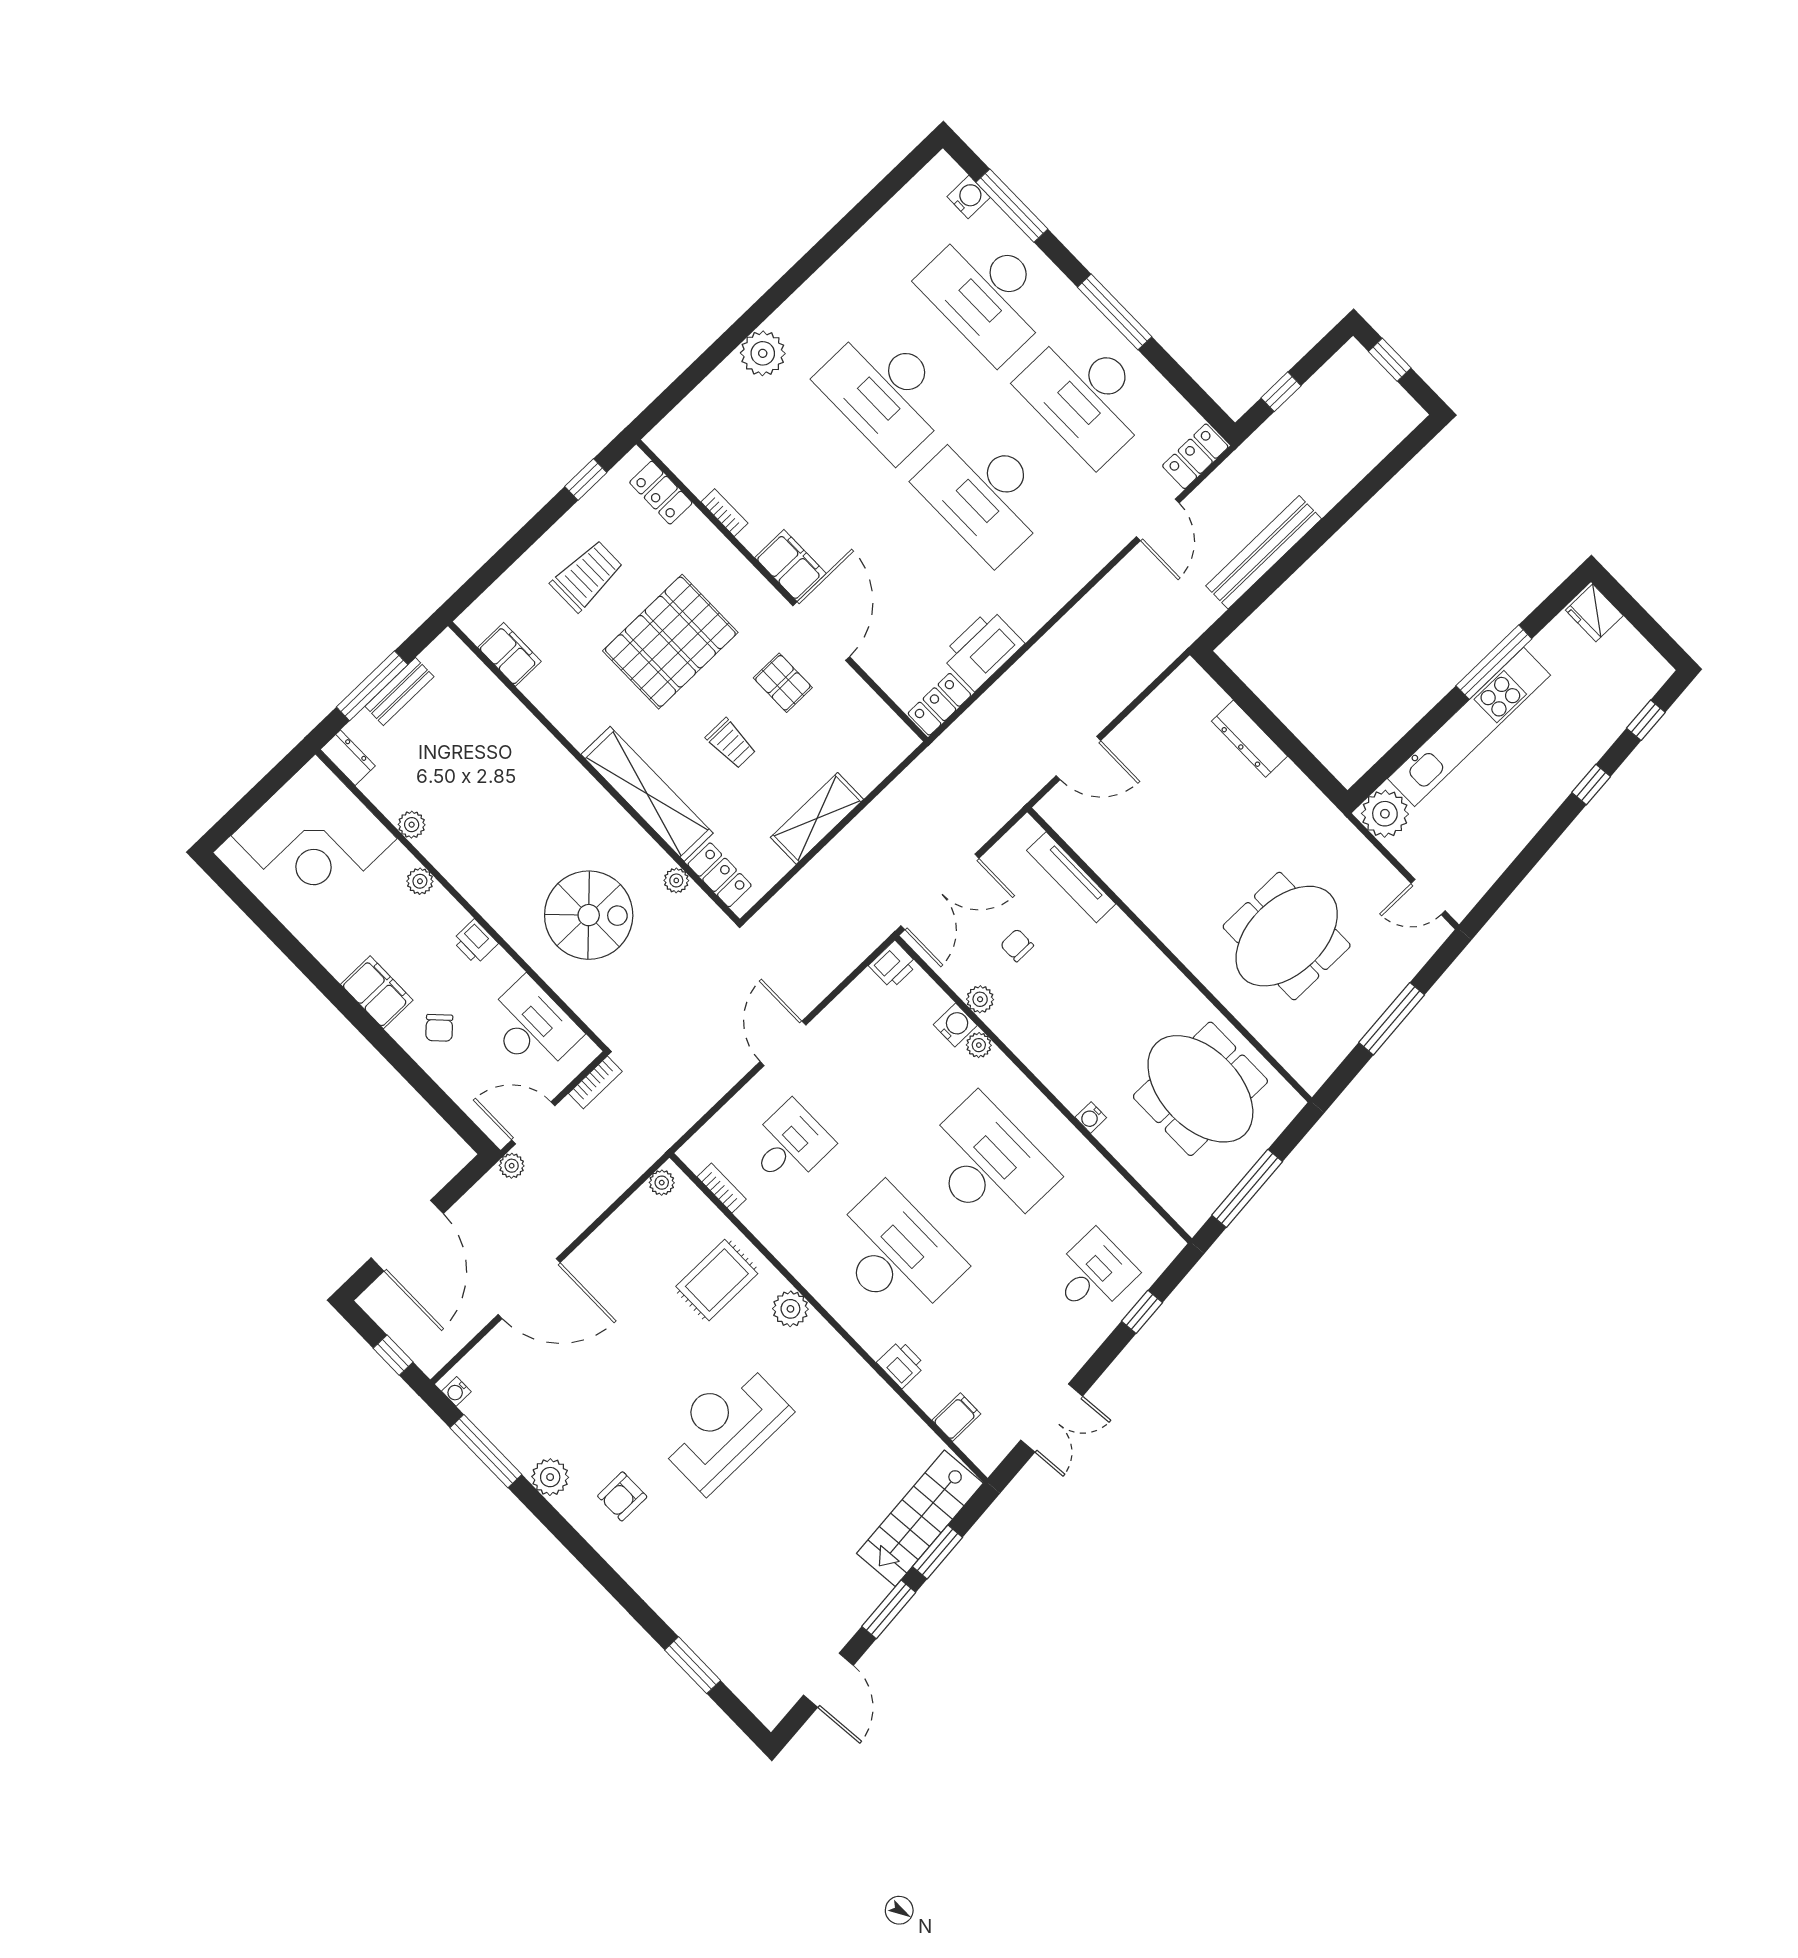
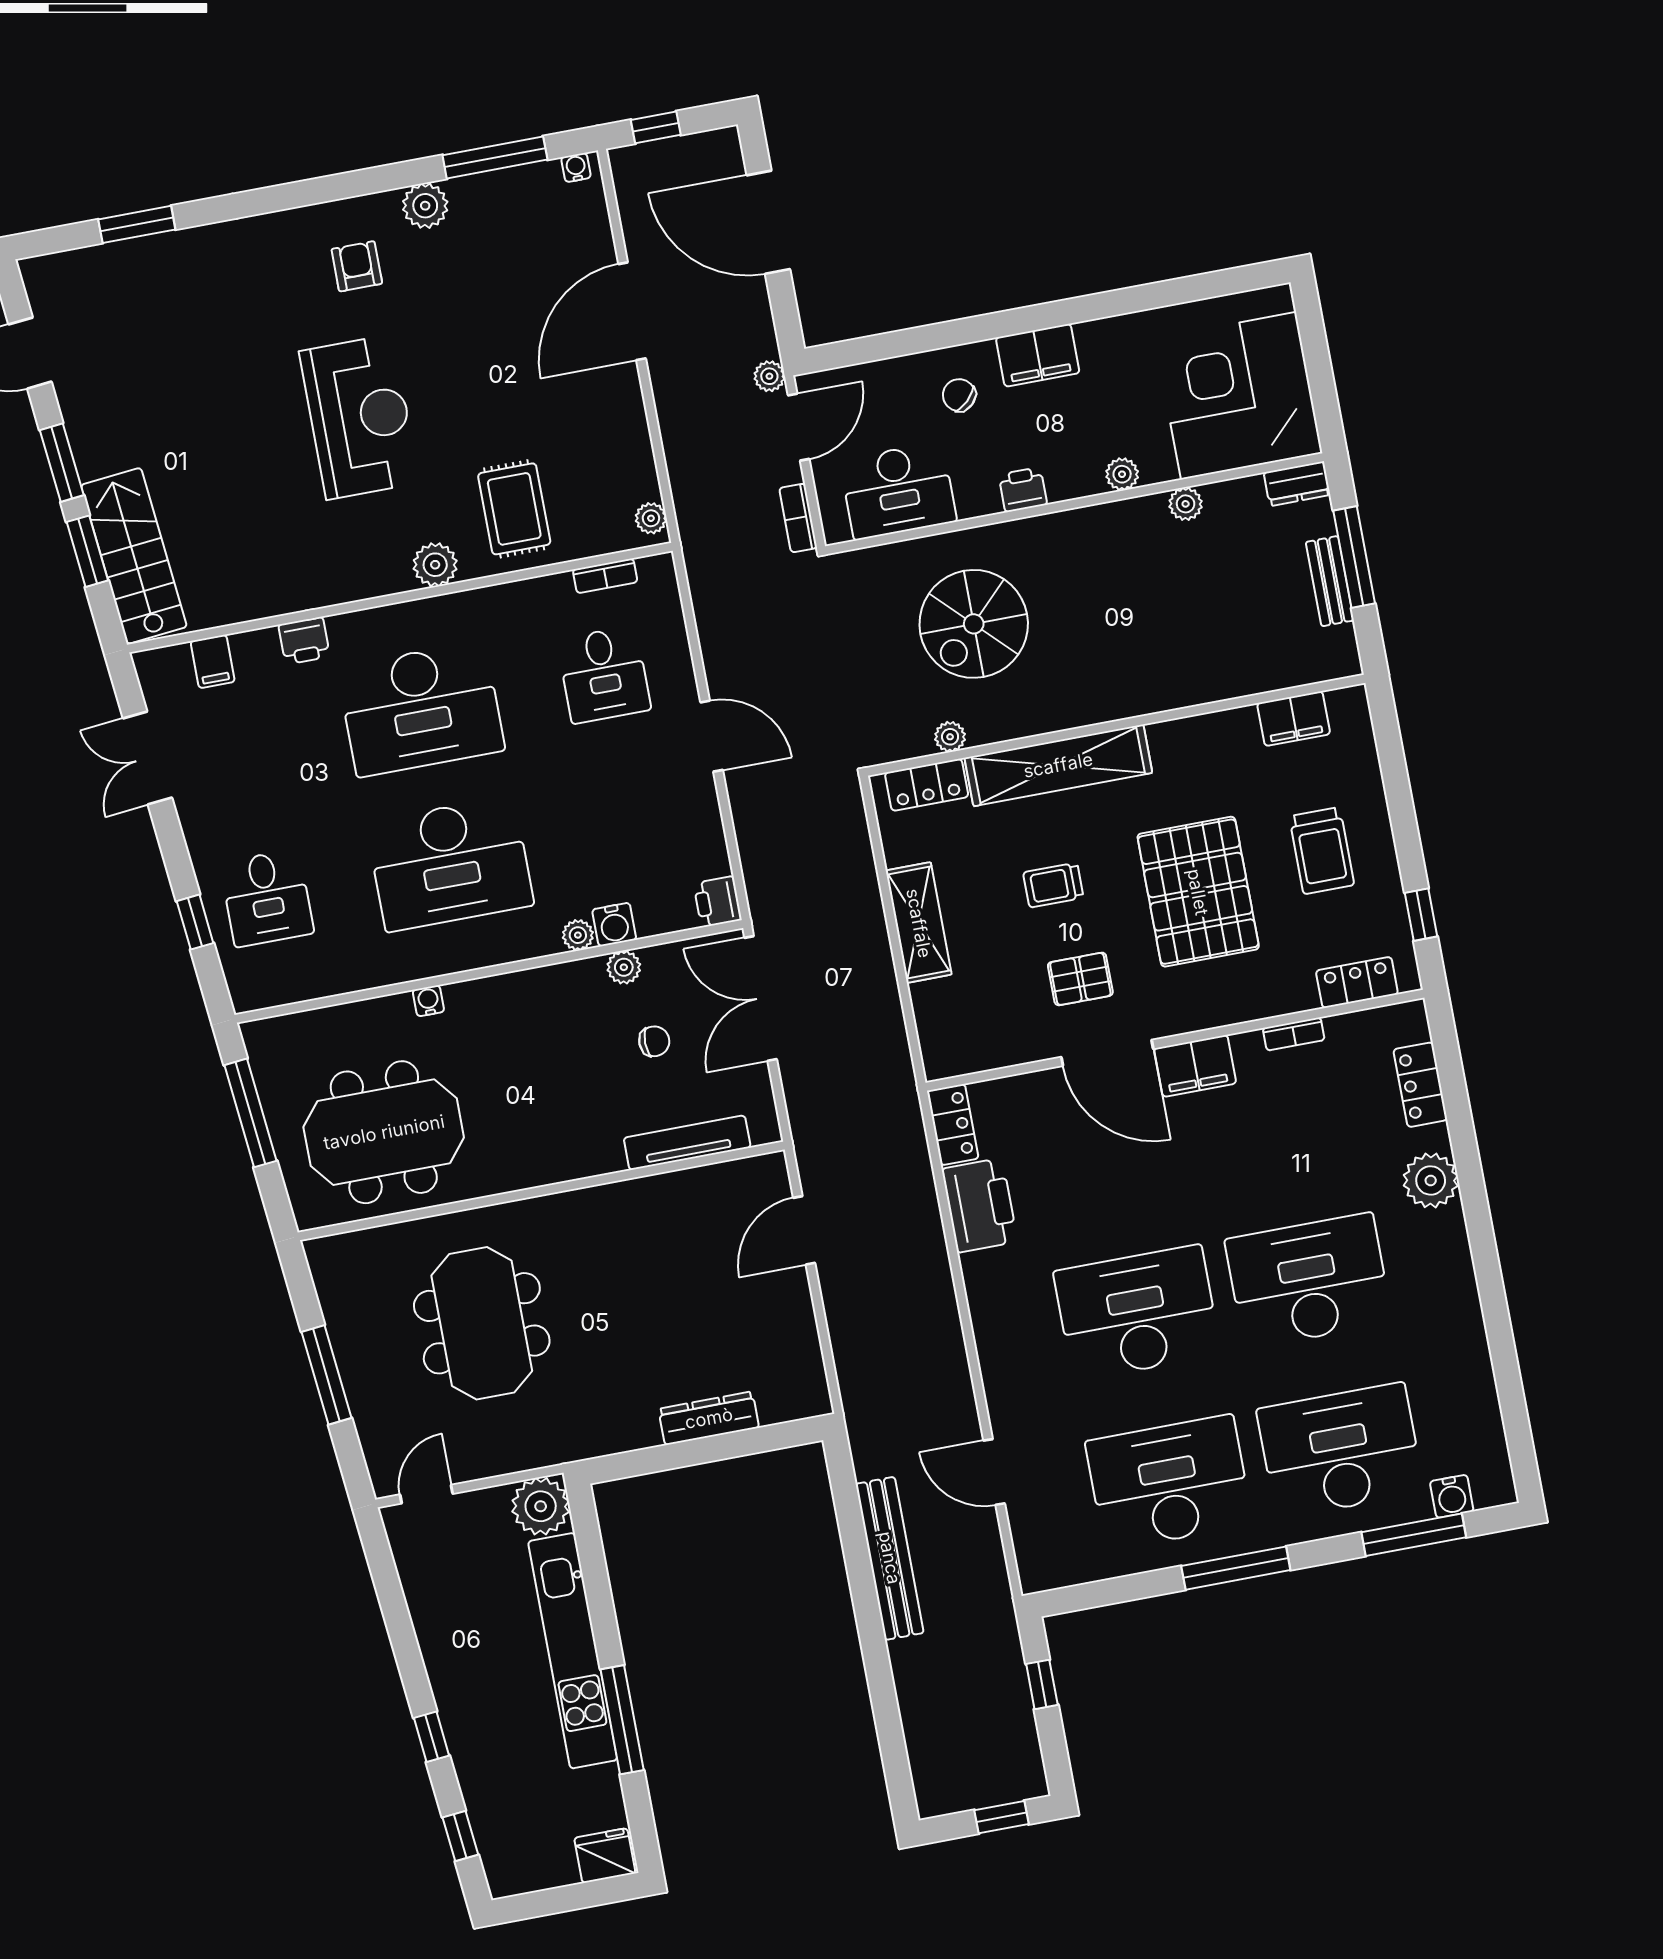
locker: (1195, 456) -> (1420, 1085), moved, turned 180

